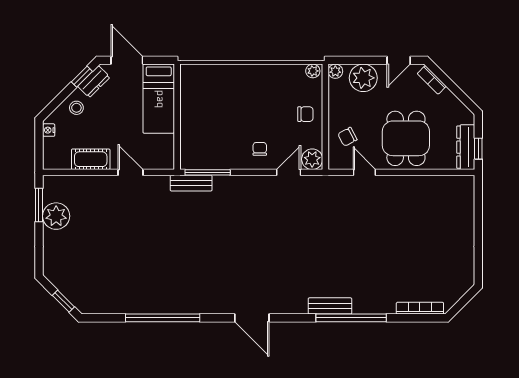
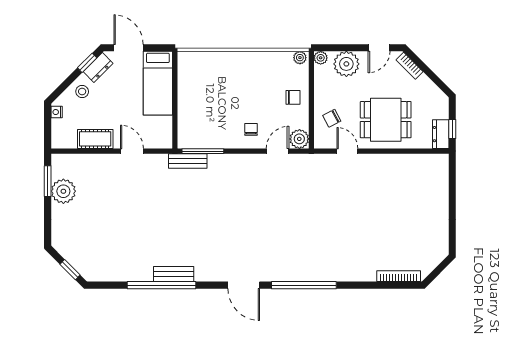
dining table: (406, 138) -> (386, 120), turned 90
dresser: (466, 147) -> (441, 134), width x0.70
bench: (330, 306) -> (174, 274), moved
window: (351, 318) -> (304, 285), moved

